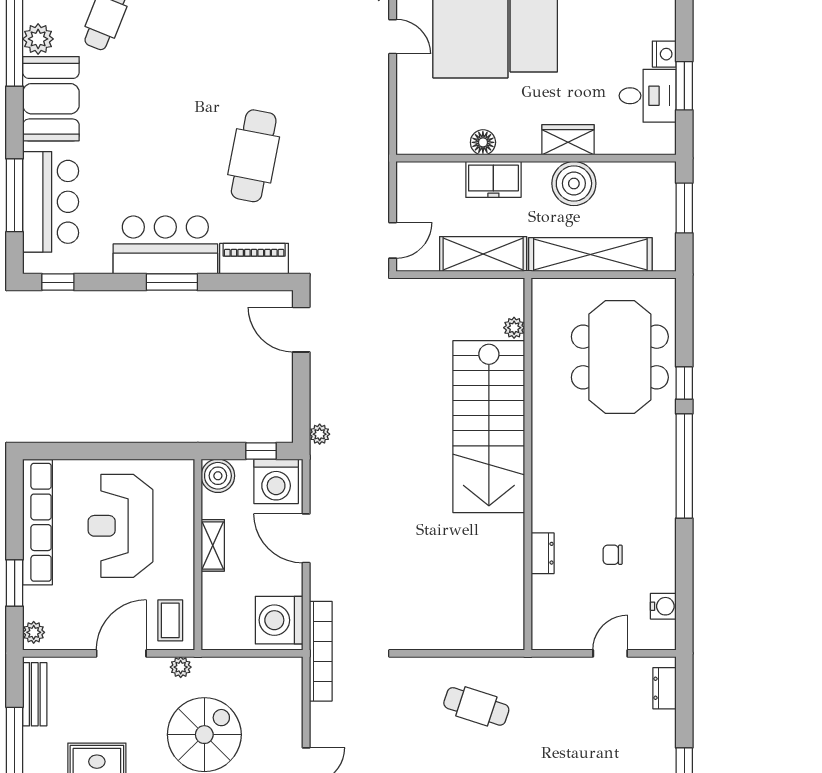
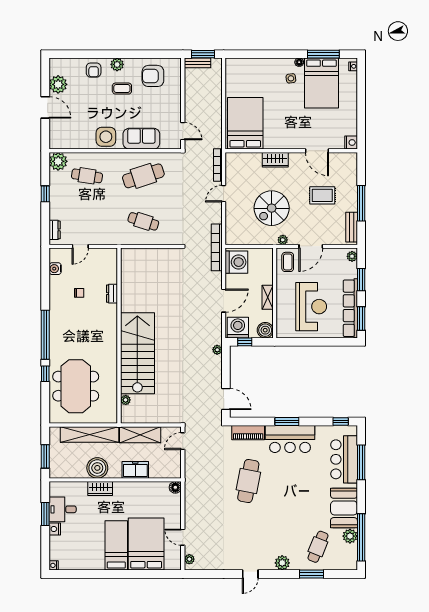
floor lamp: (483, 142) -> (175, 487), moved
window: (15, 500) -> (361, 318), added
door: (306, 538) -> (224, 301), hinge flipped

